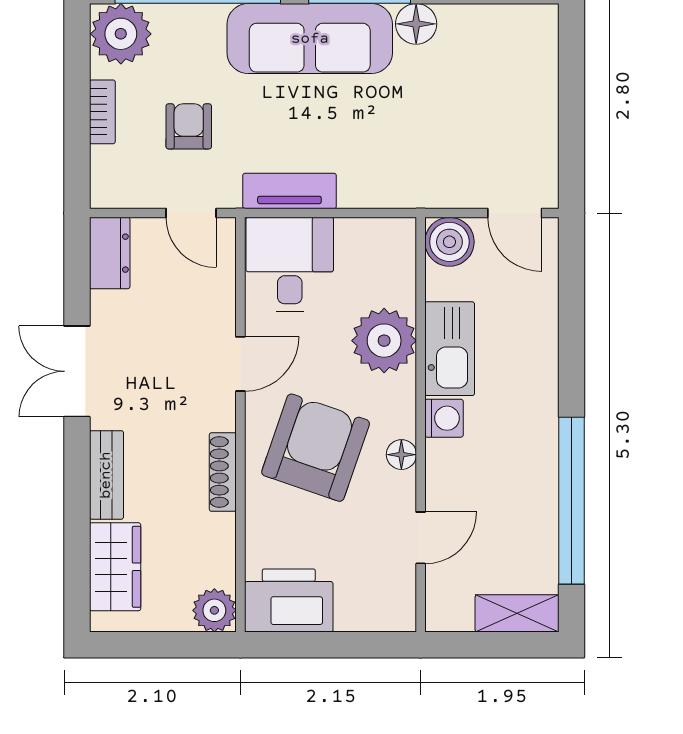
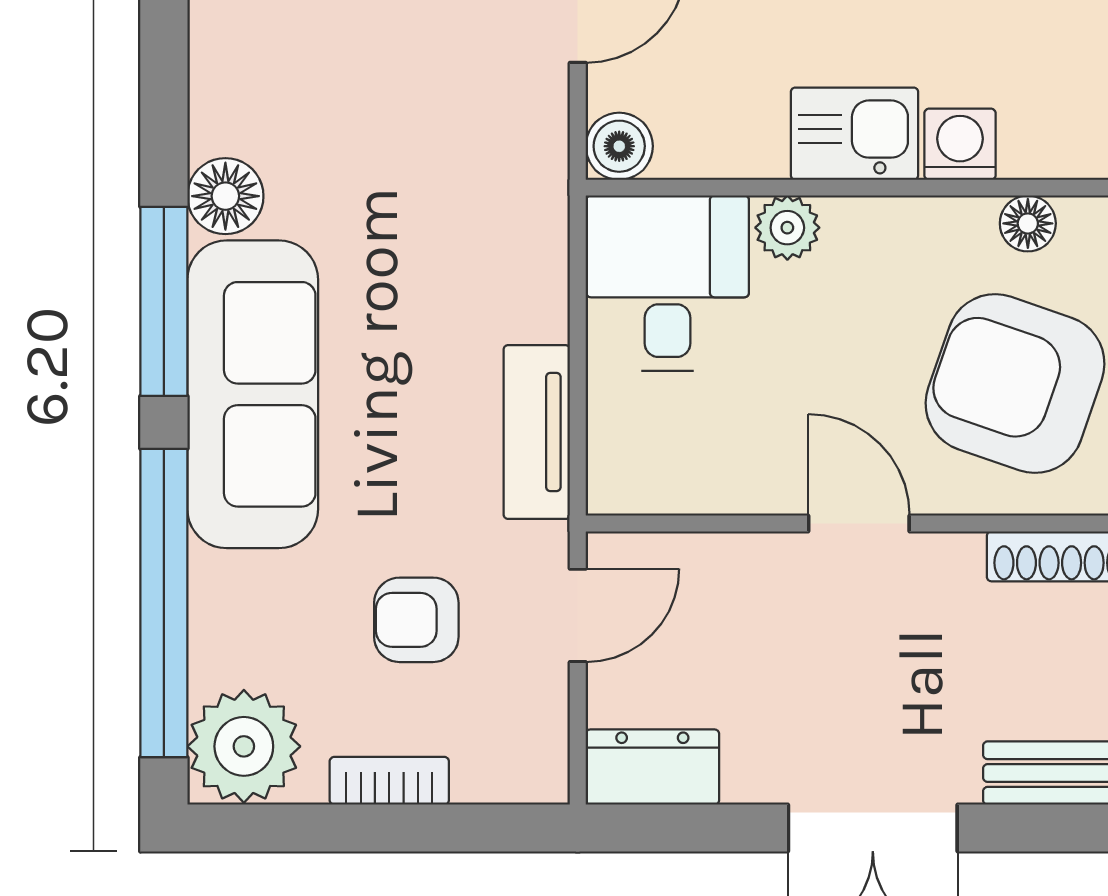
boiler: (449, 242) -> (619, 146), width x0.73, depth x0.73
desk: (290, 264) -> (668, 283), moved, turned 90
plant: (384, 341) -> (787, 228), width x0.53, depth x0.53
kitchen sink: (450, 349) -> (854, 134), width x0.73

